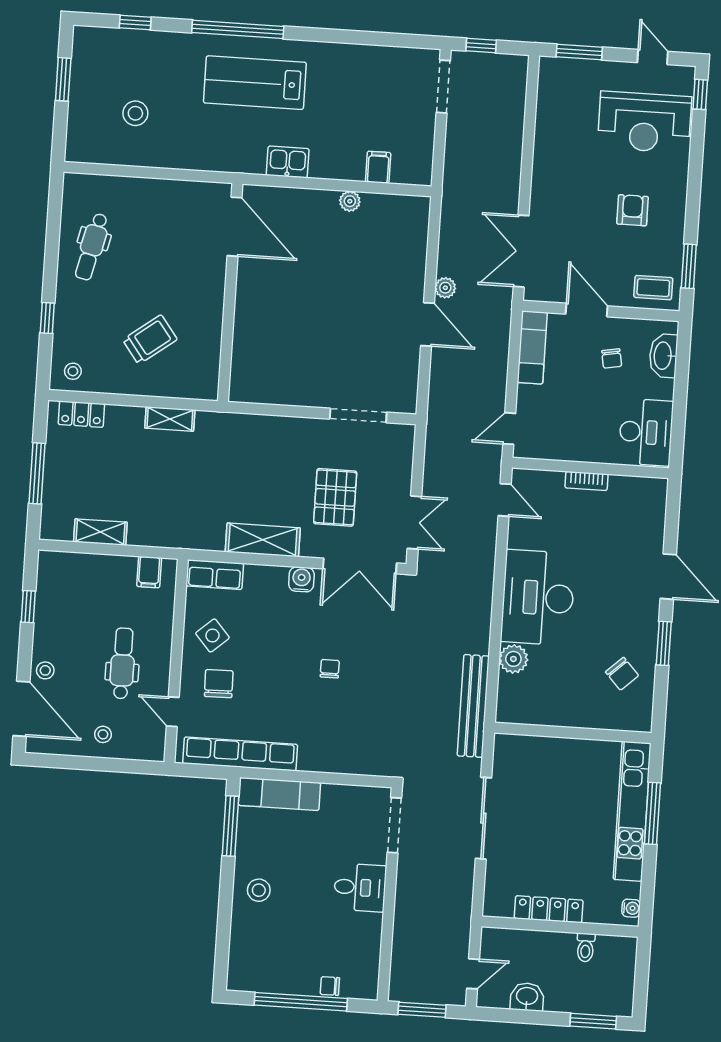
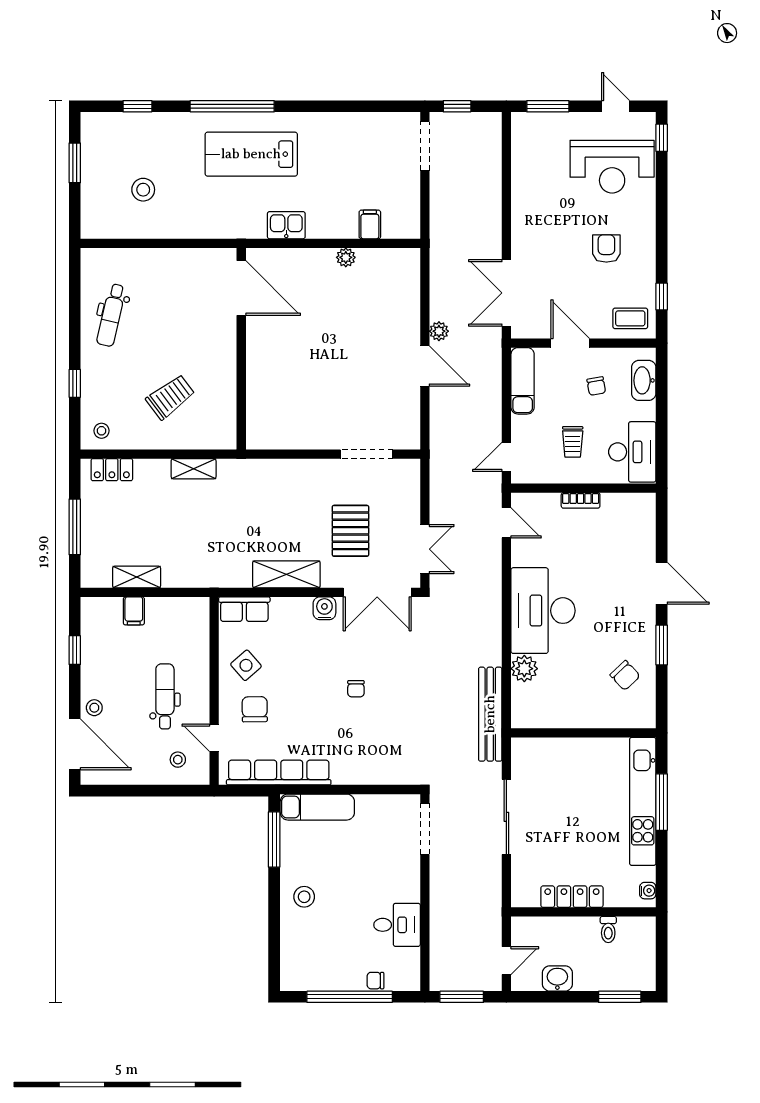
window: (689, 266) -> (662, 297), width x0.67
trolley: (582, 417) -> (573, 442), added
filing cabinet: (149, 572) -> (134, 611), moved
chair: (330, 669) -> (356, 689), turned 180
stool: (103, 734) -> (178, 760), moved
desk: (360, 887) -> (397, 925), moved

